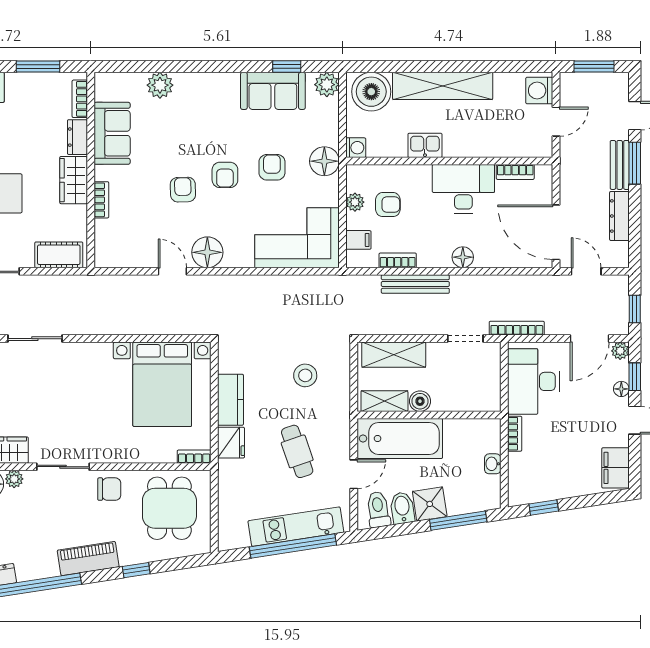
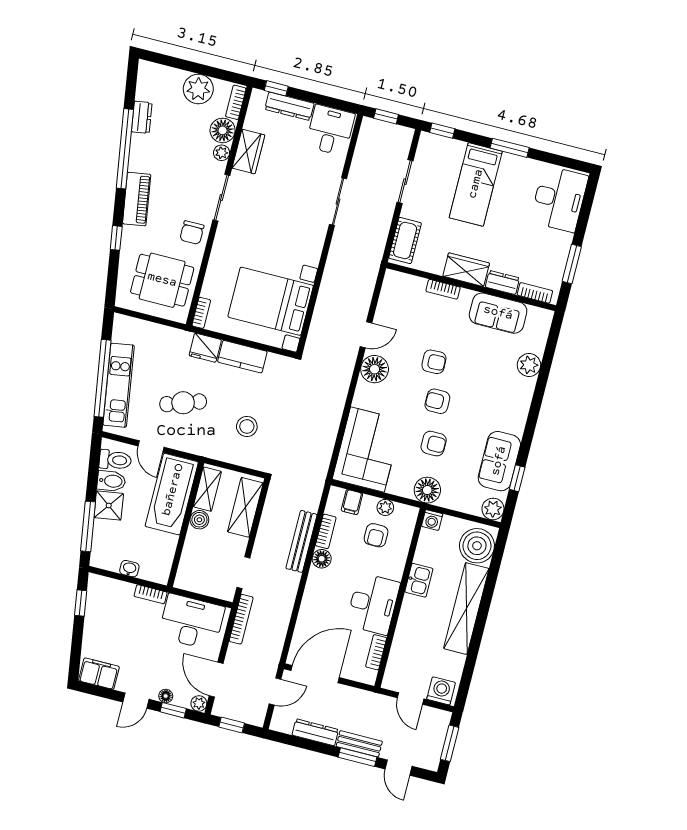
floor lamp: (463, 257) -> (322, 559), moved

